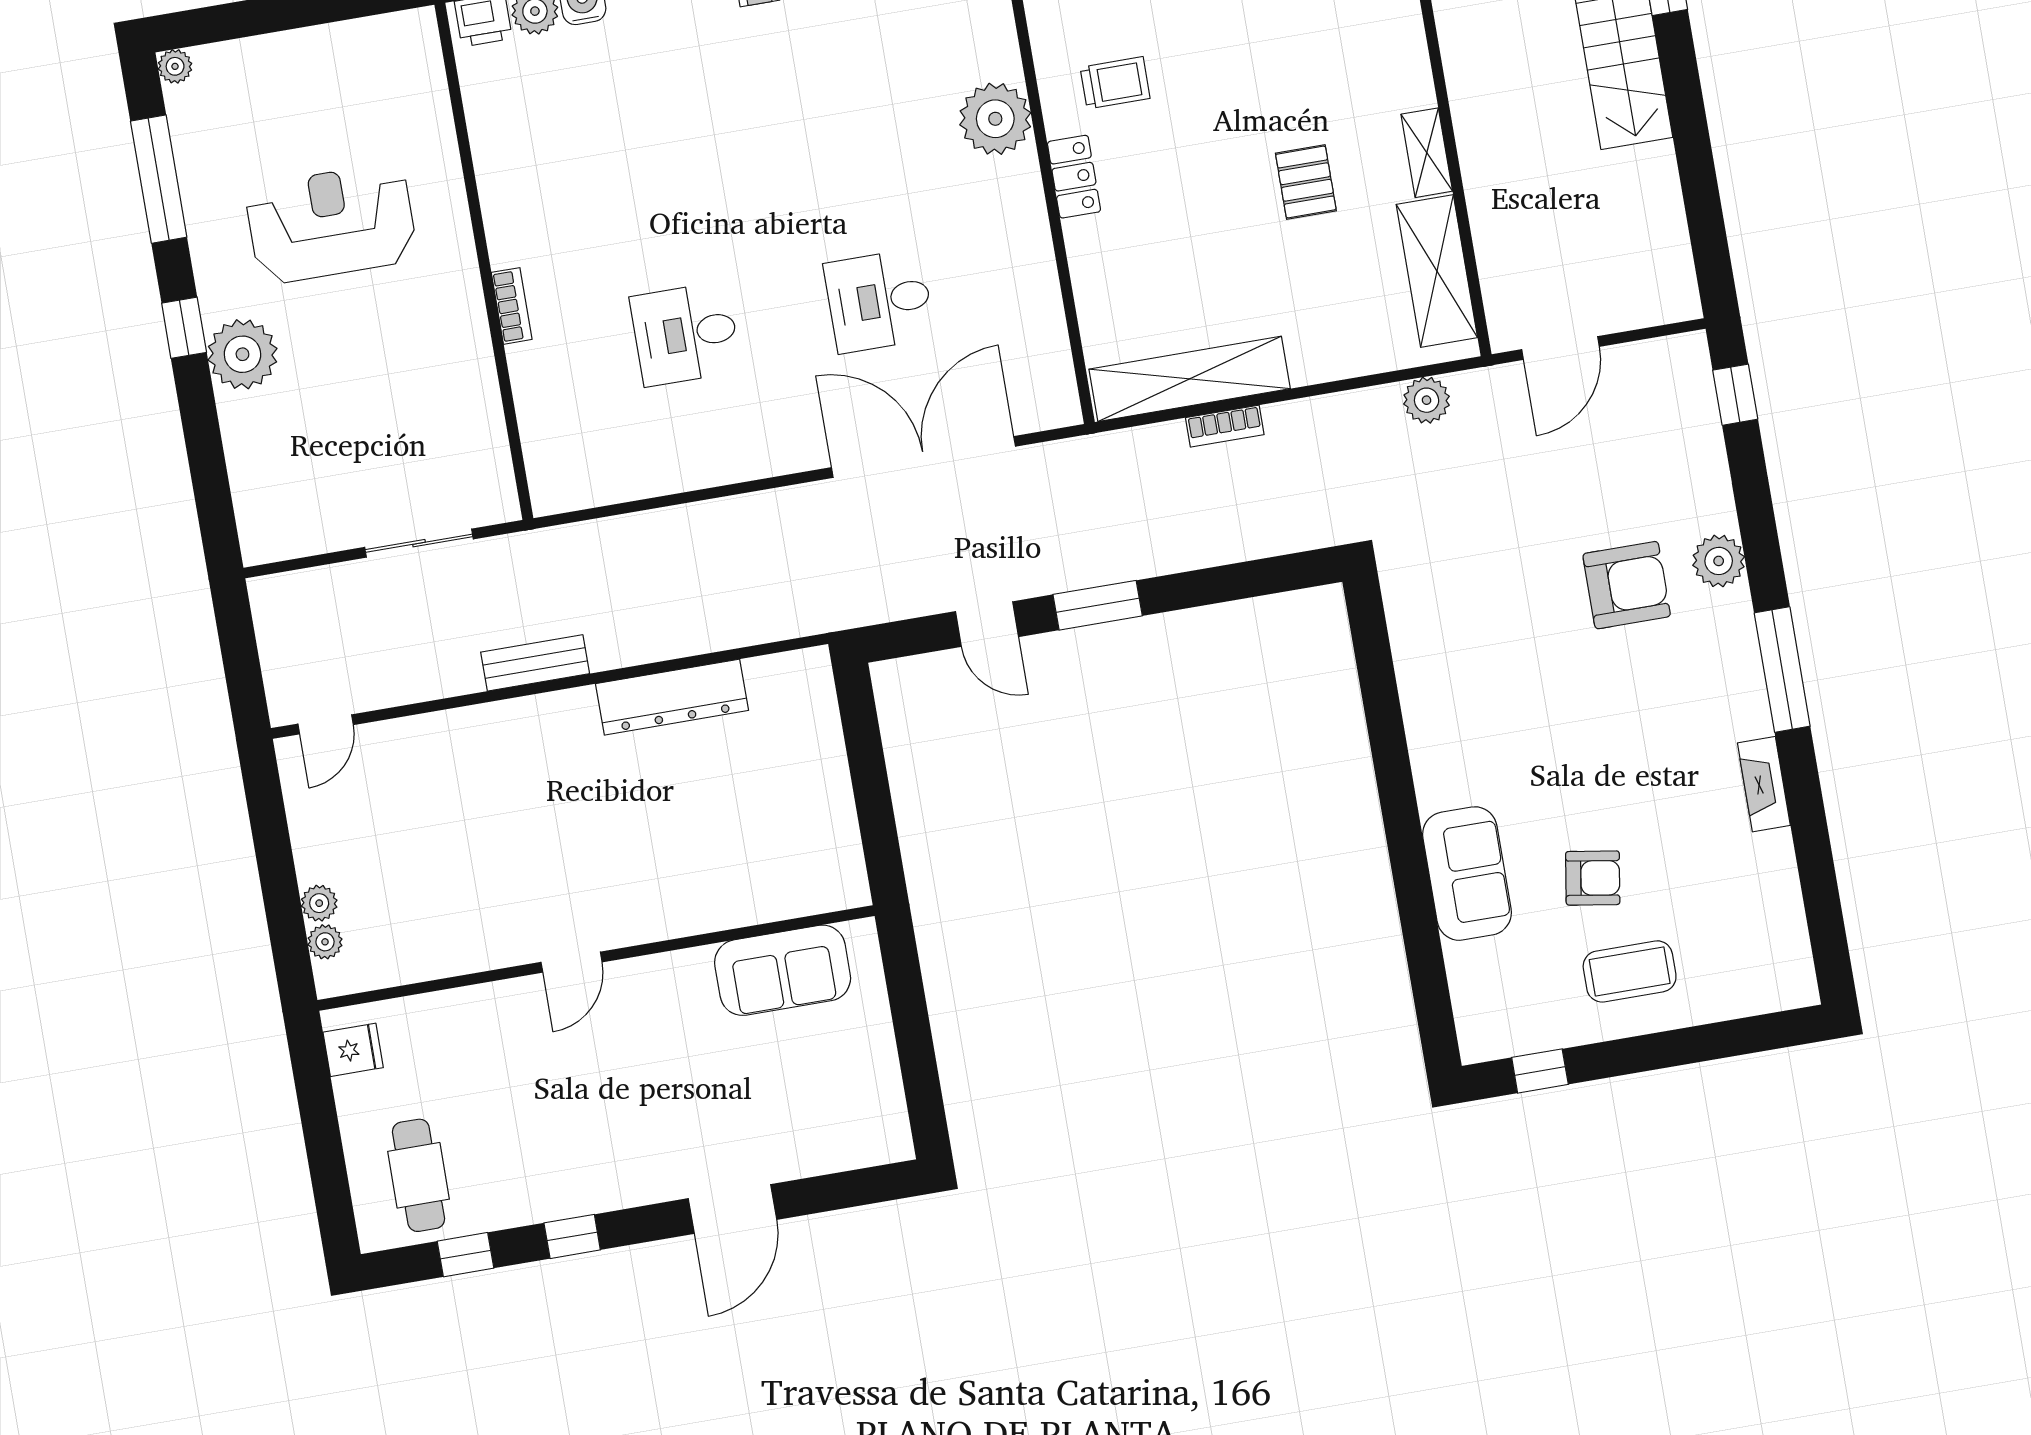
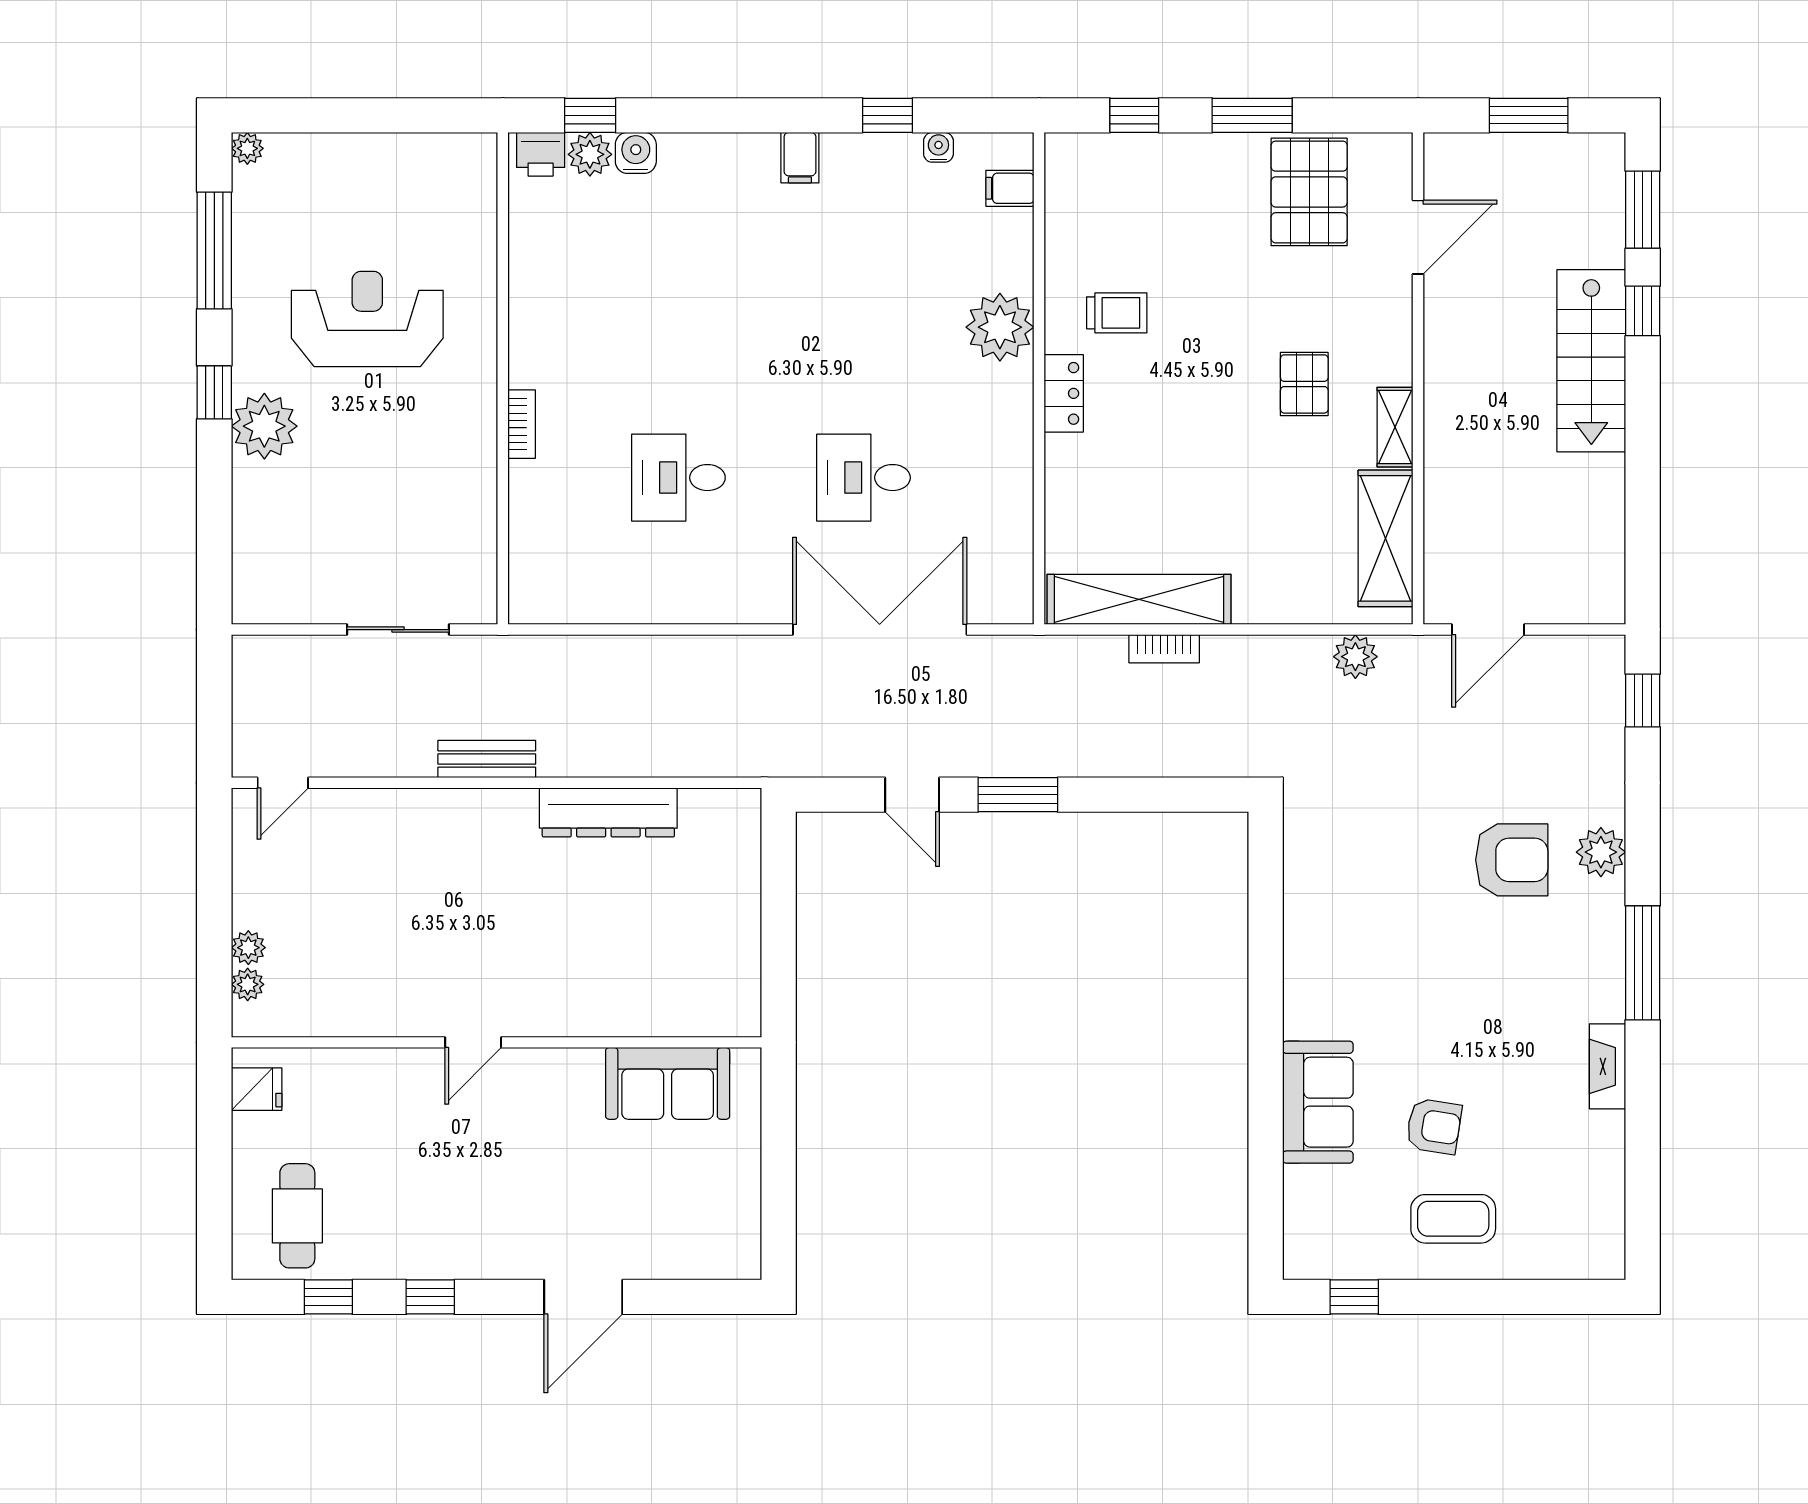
pallet: (1306, 182) -> (1304, 384), moved

